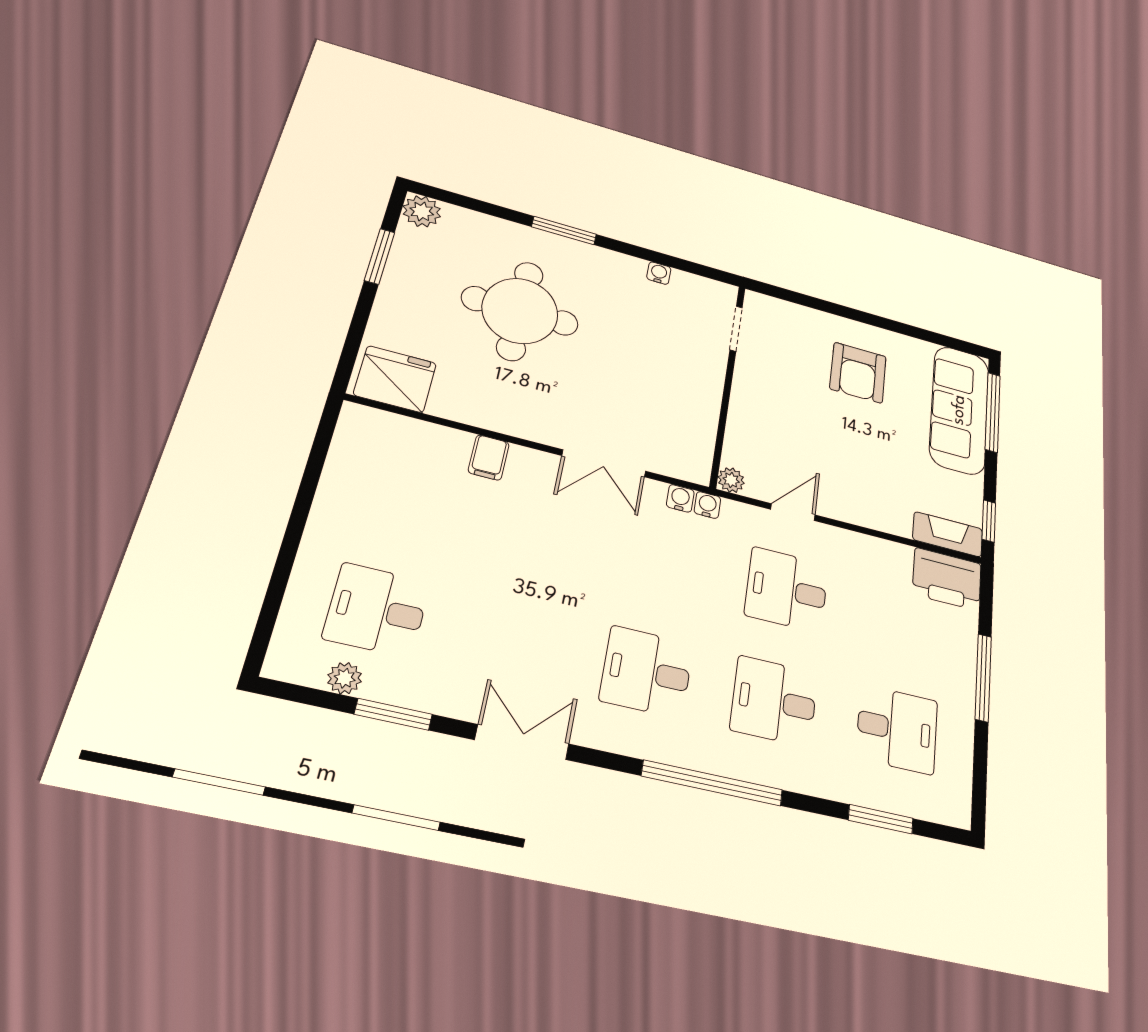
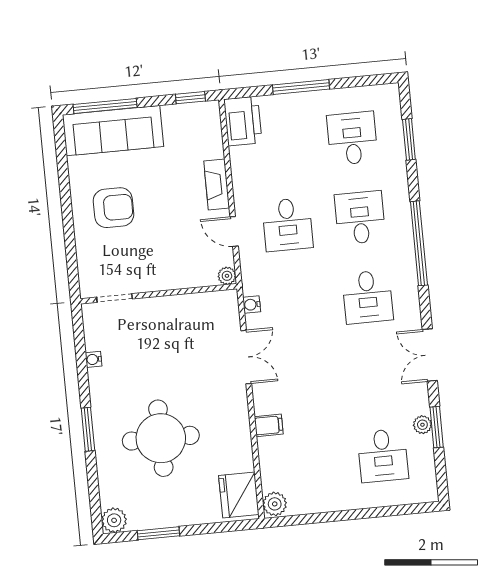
plant: (361, 423) -> (275, 504), added
water cooler: (707, 505) -> (250, 287), removed
fireplace: (948, 534) -> (217, 184), moved
plant: (345, 678) -> (422, 425), moved
desk: (774, 701) -> (360, 218), turned 180

